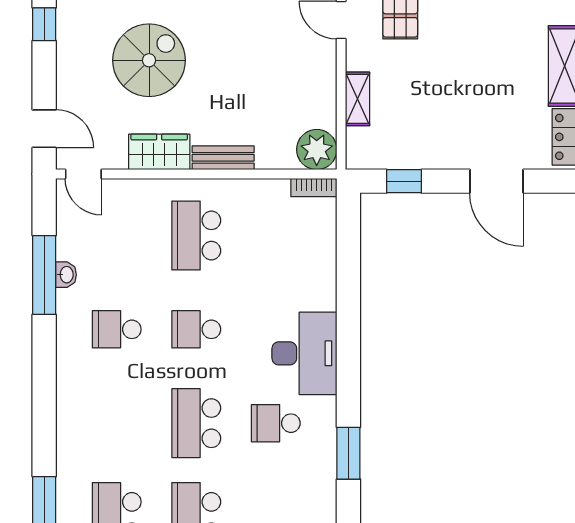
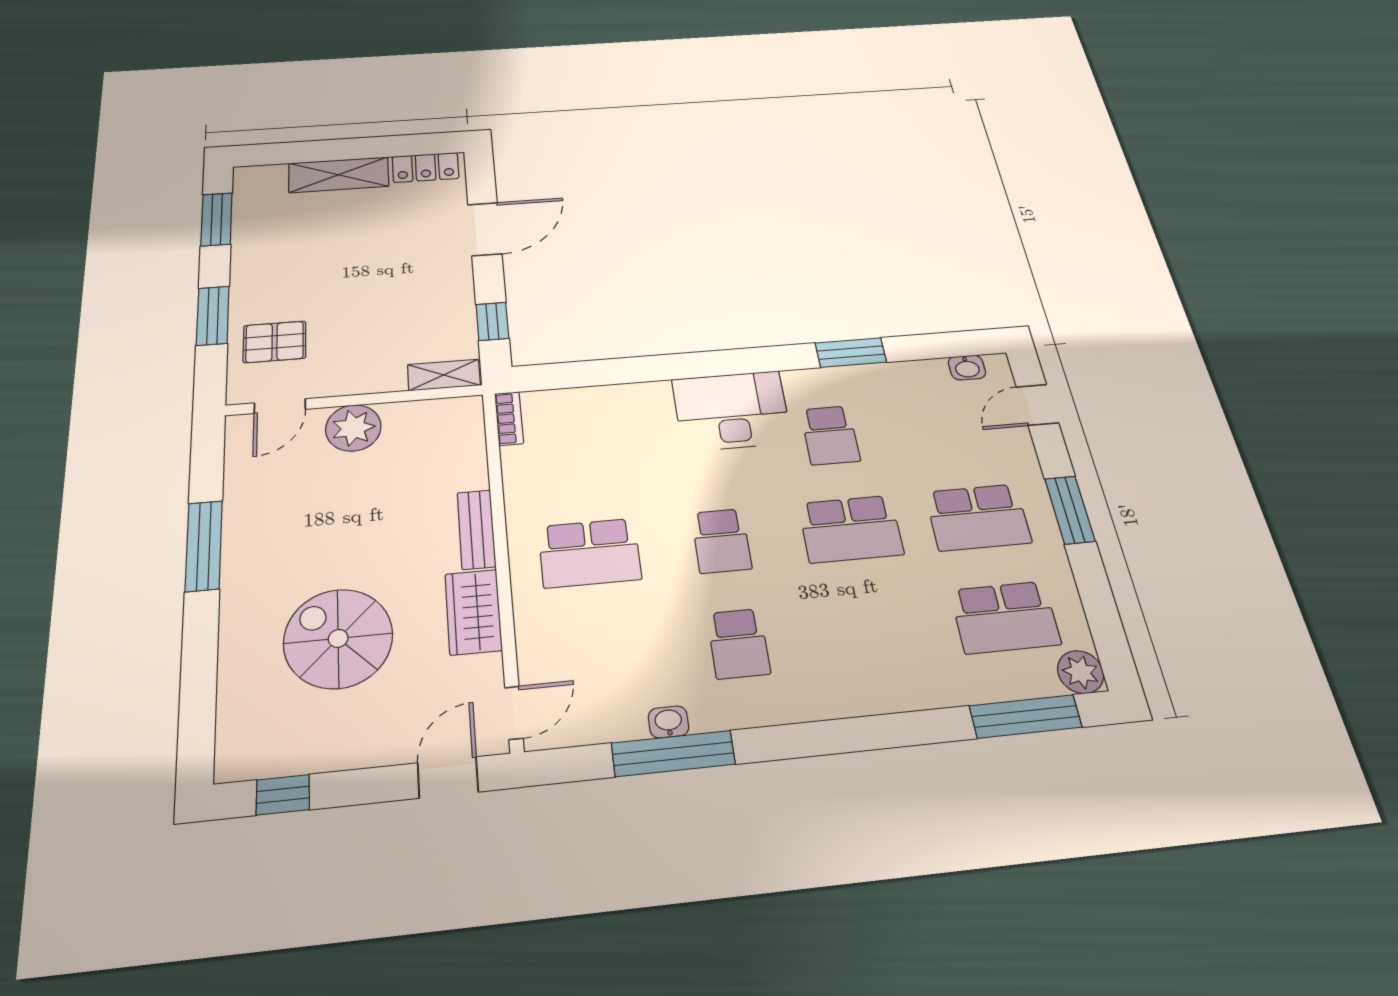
shelving: (357, 99) -> (444, 375), moved
plant: (317, 150) -> (353, 428), moved

